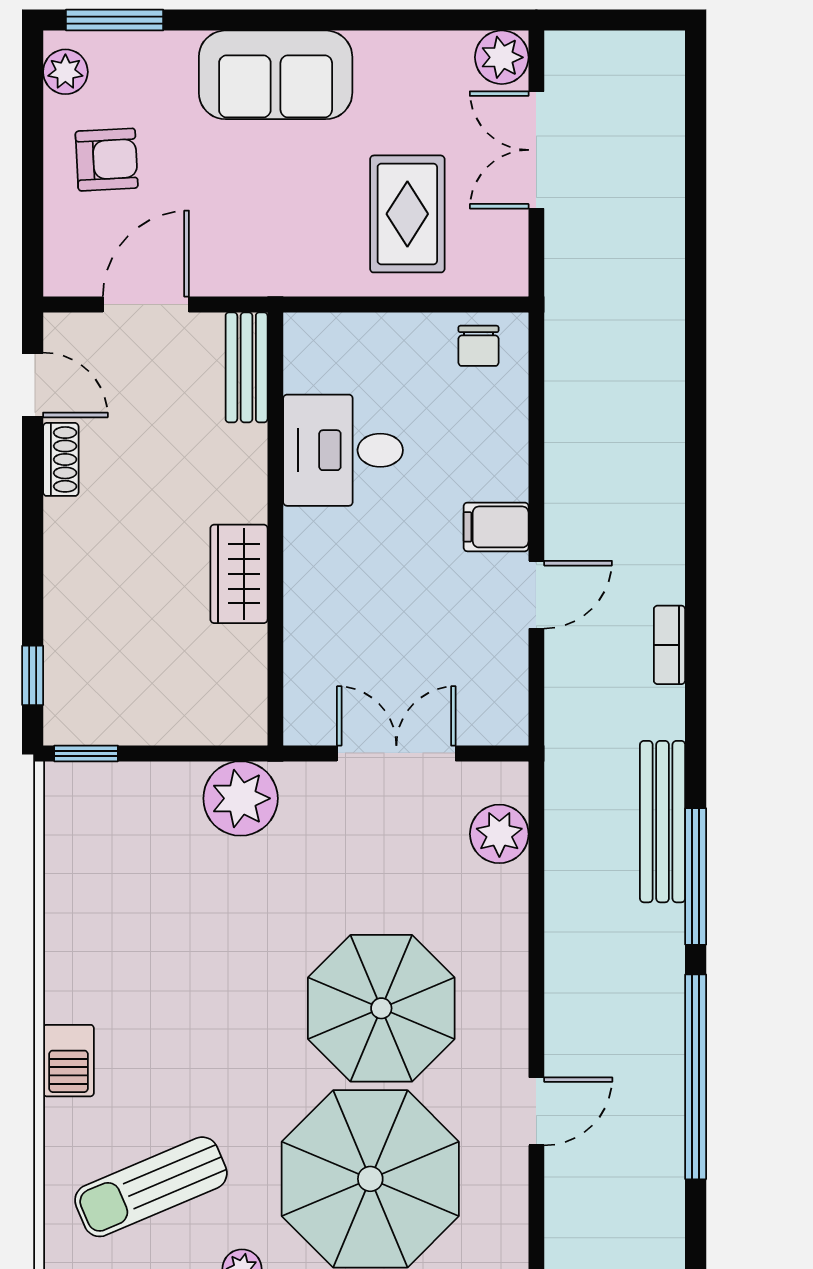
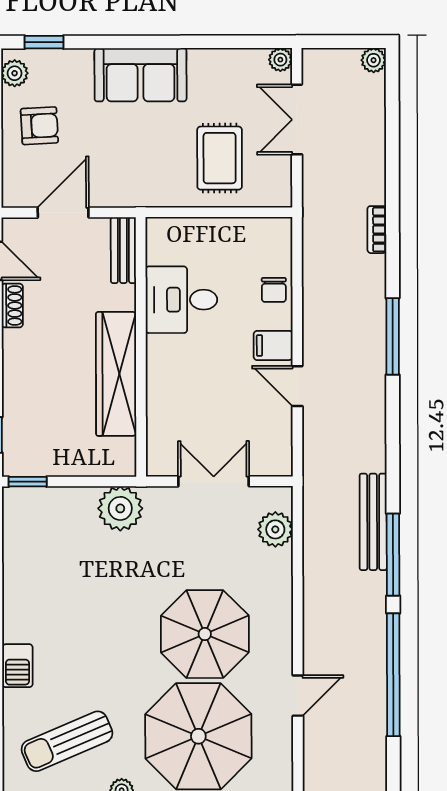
window: (115, 20) -> (44, 42), width x0.67
plant: (664, 51) -> (374, 60), added
plant: (502, 57) -> (280, 60), width x0.73, depth x0.73
chair: (478, 346) -> (274, 290), moved
window: (696, 512) -> (393, 336), added
wardrobe: (239, 574) -> (116, 374), width x2.10, depth x1.17
door: (536, 595) -> (297, 386), swing flipped
bookcase: (669, 645) -> (377, 230), moved

